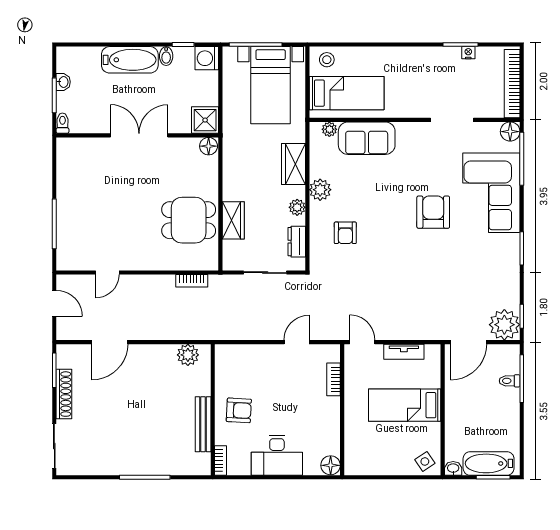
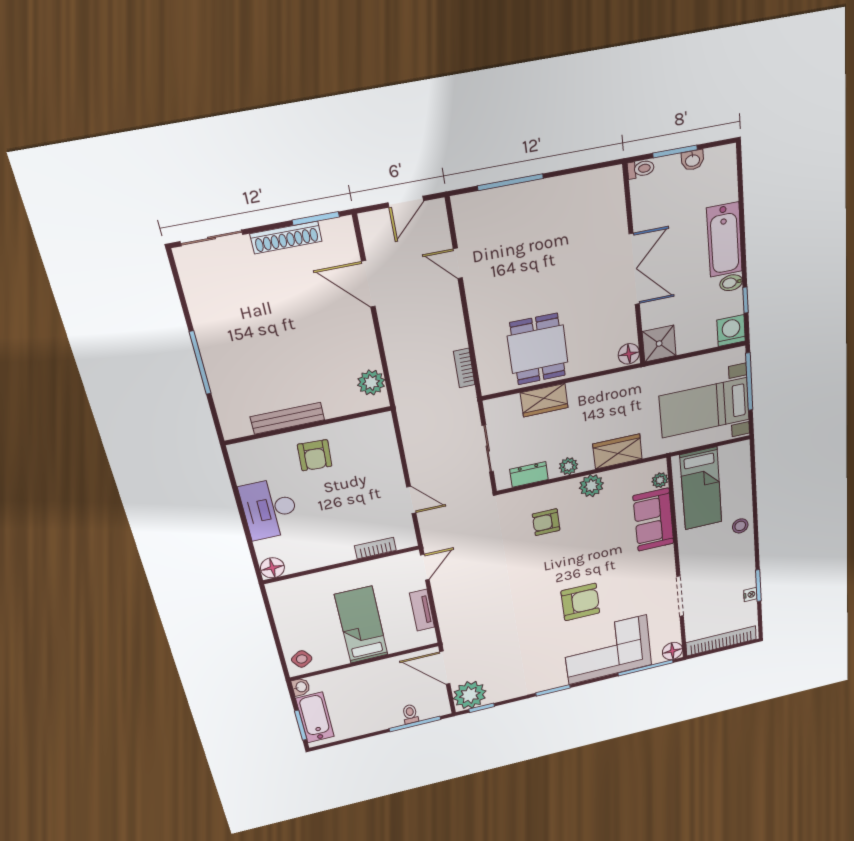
stool: (327, 60) -> (740, 526), moved
bookcase: (221, 461) -> (246, 448), removed

